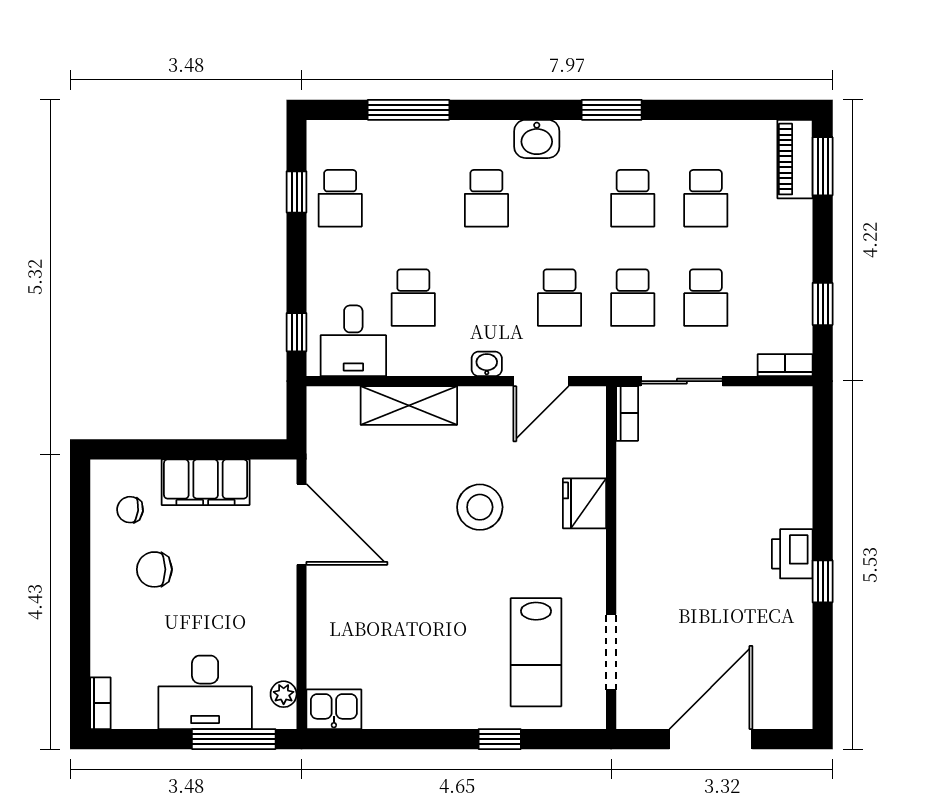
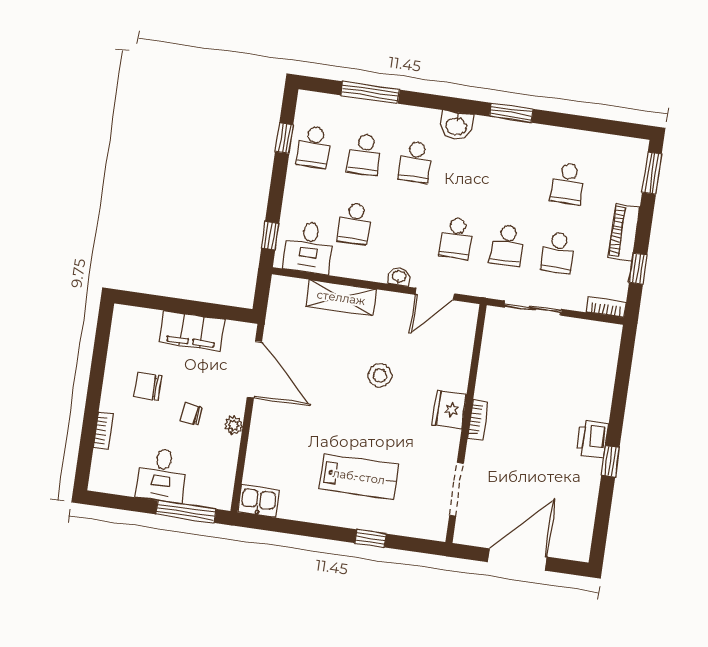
piano: (795, 159) -> (624, 232), moved
school desk: (633, 198) -> (365, 154), moved
bookcase: (627, 413) -> (478, 420), moved
fridge: (585, 503) -> (449, 409), moved
stool: (480, 507) -> (380, 375), width x0.73, depth x0.73
chair: (130, 510) -> (191, 414), moved
lab bench: (536, 652) -> (359, 477), moved, turned -90
desk: (205, 692) -> (162, 475), width x0.73
plant: (284, 694) -> (234, 425), moved
bookcase: (100, 703) -> (103, 431), moved

